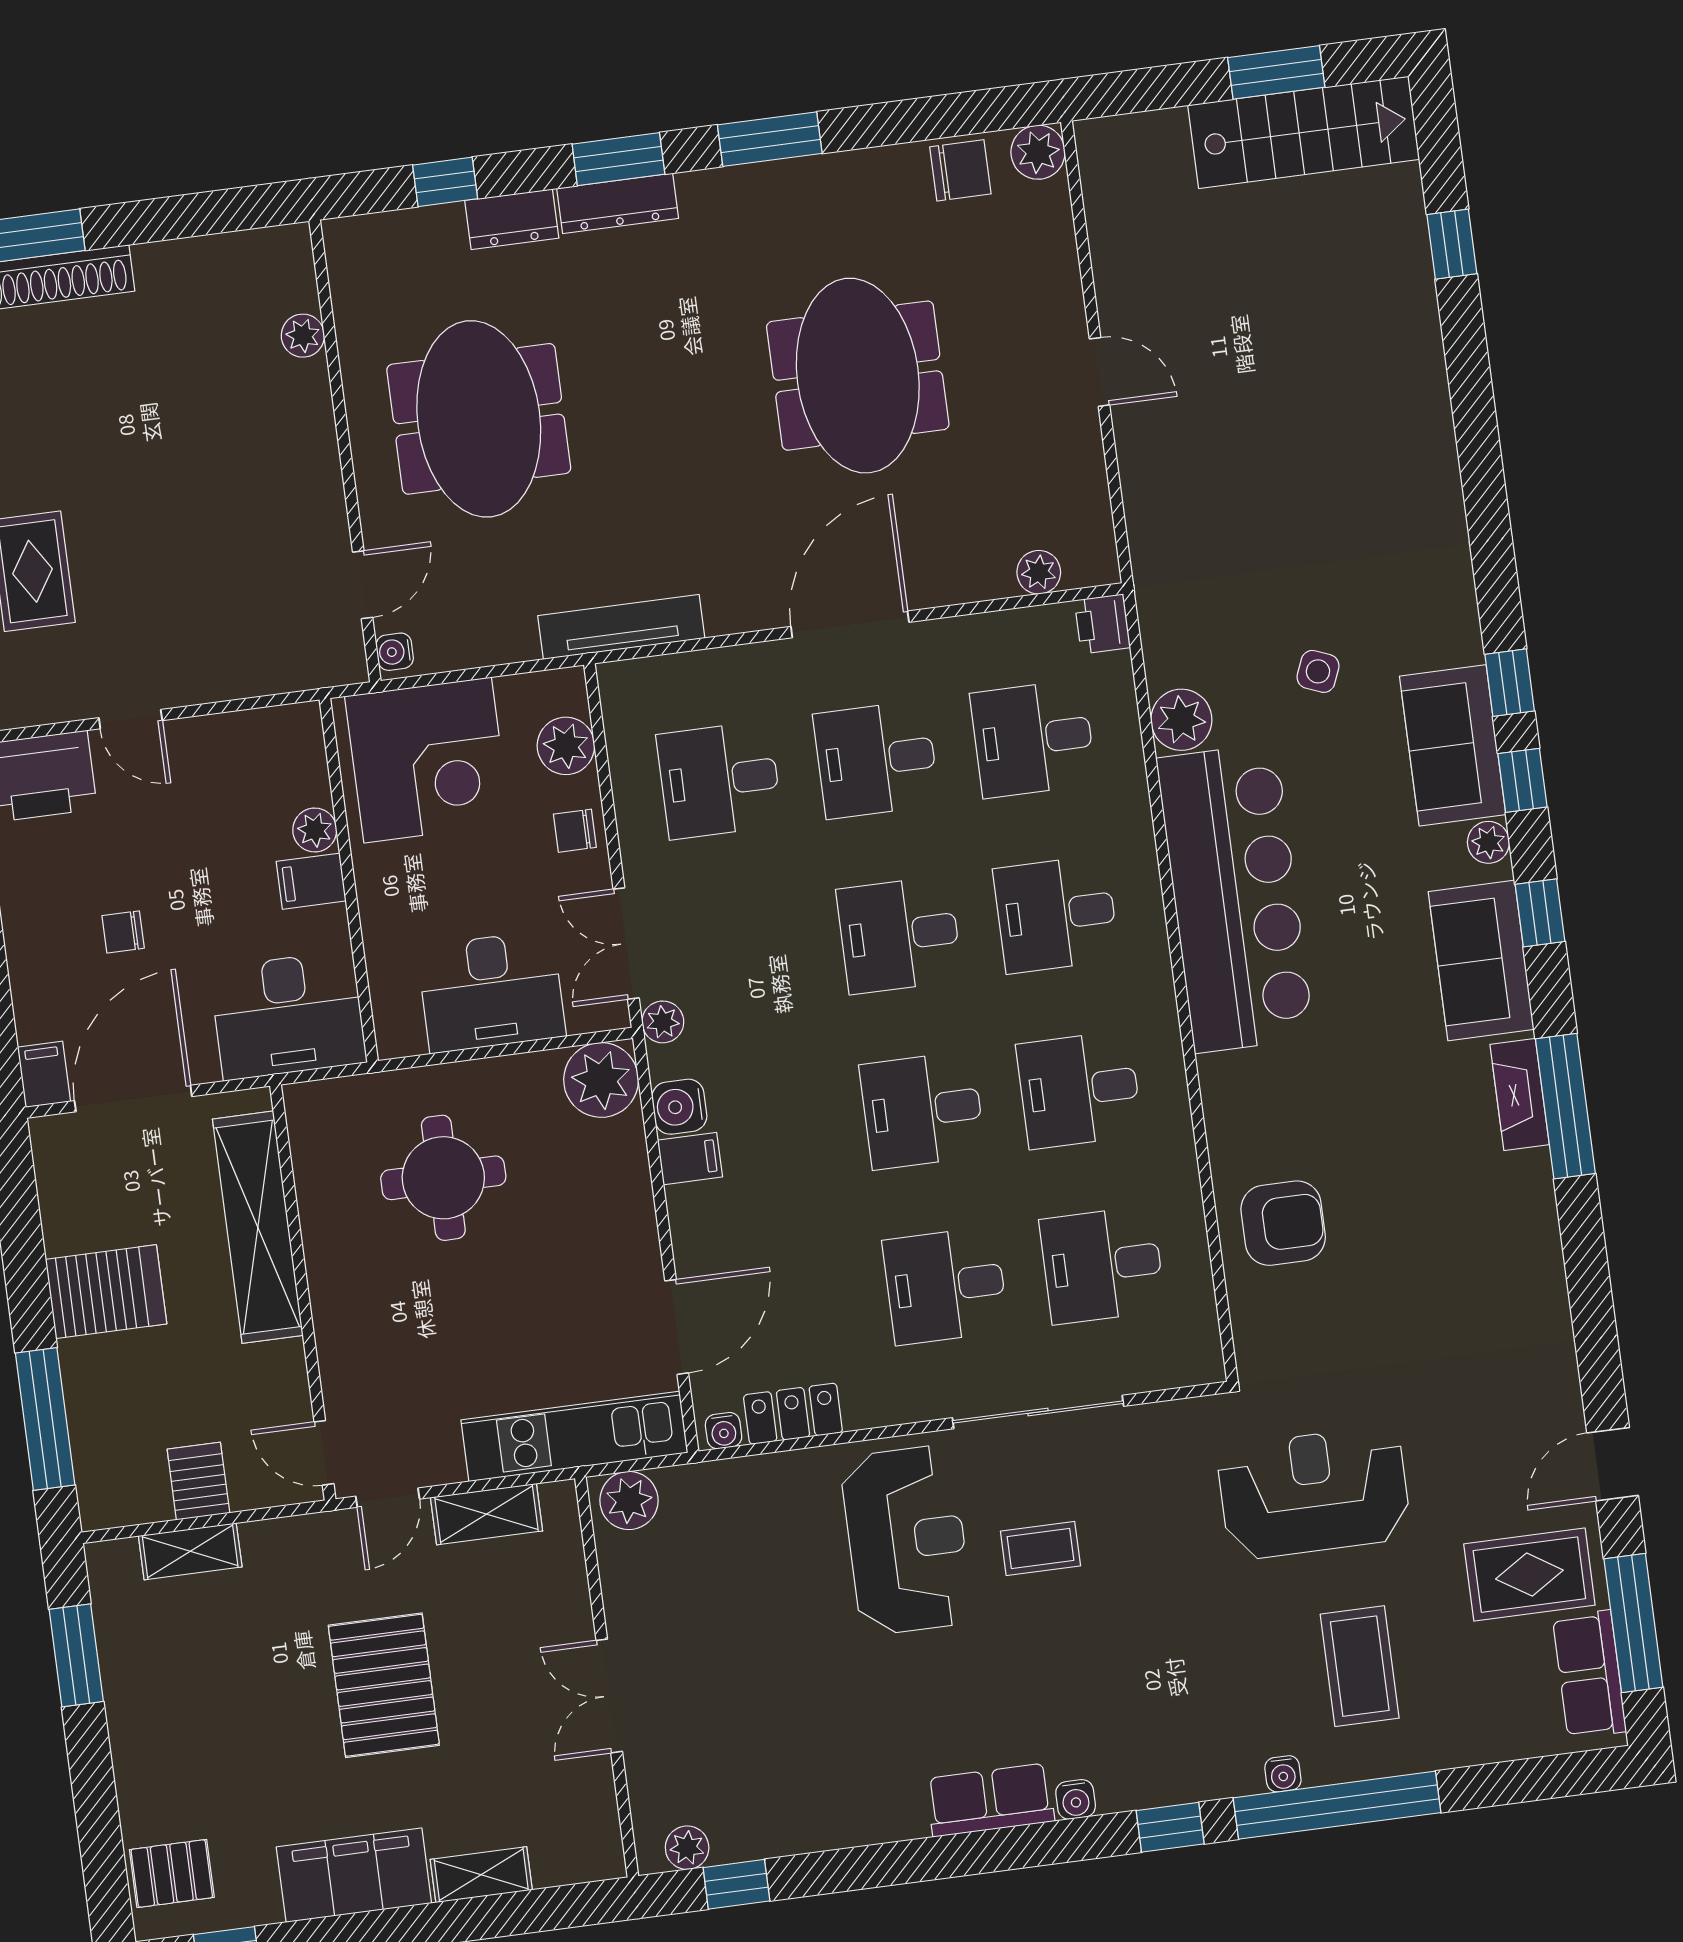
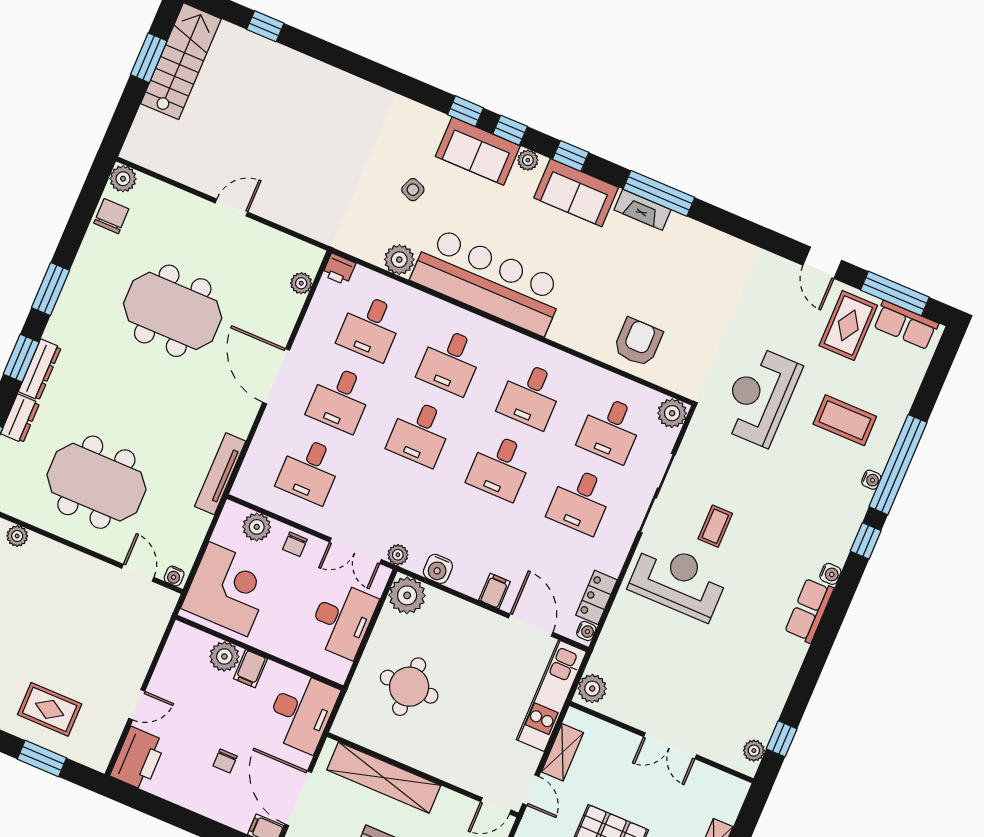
plant: (315, 830) -> (224, 656), width x1.38, depth x1.38
filing cabinet: (690, 1159) -> (494, 591), moved
plant: (1194, 1356) -> (672, 413), added

